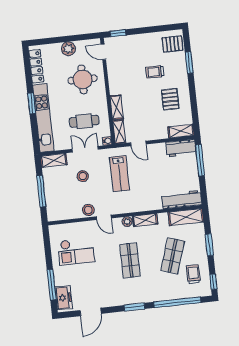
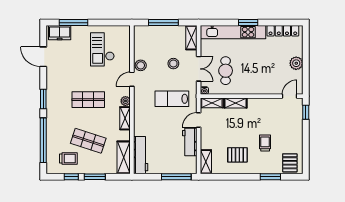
round table: (83, 79) -> (265, 73), removed
workbench: (181, 148) -> (190, 142), moved
window: (213, 282) -> (71, 177), moved

